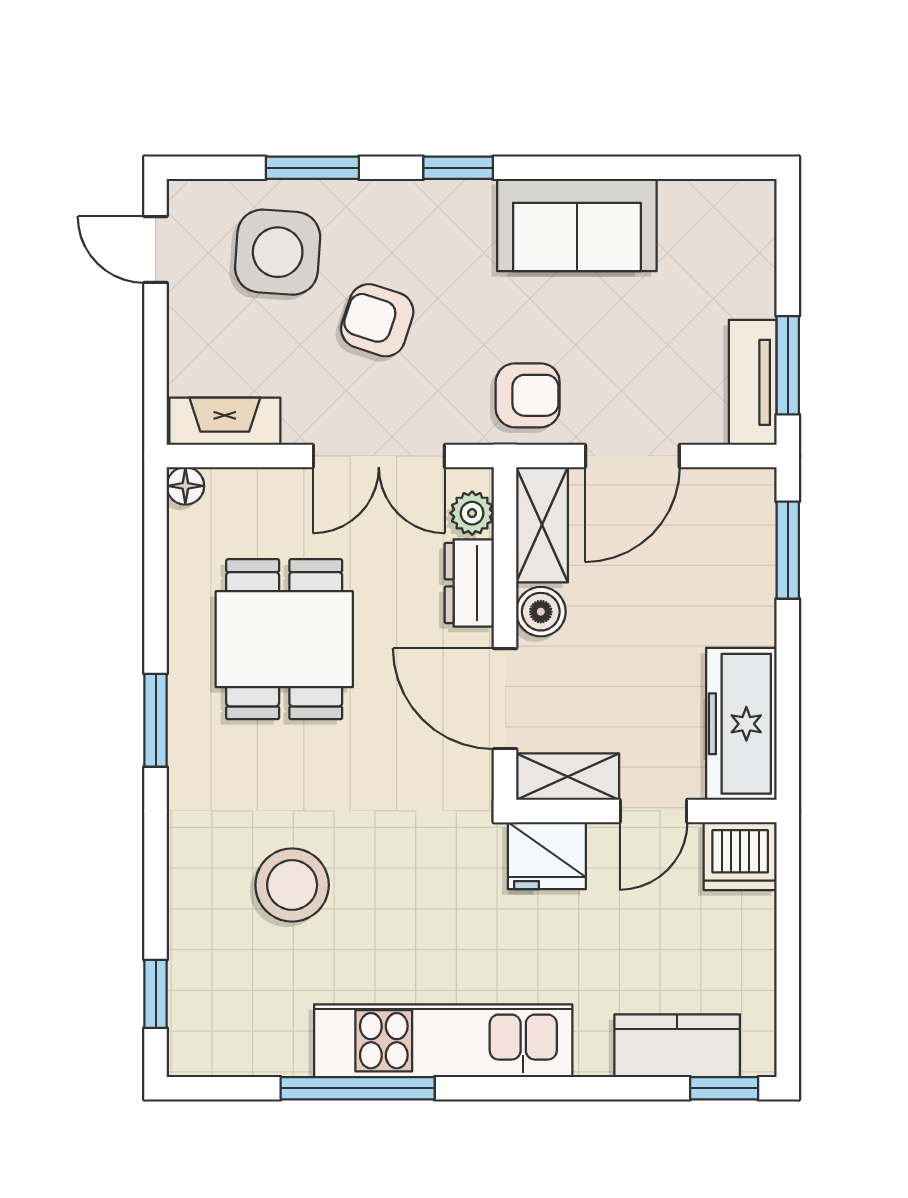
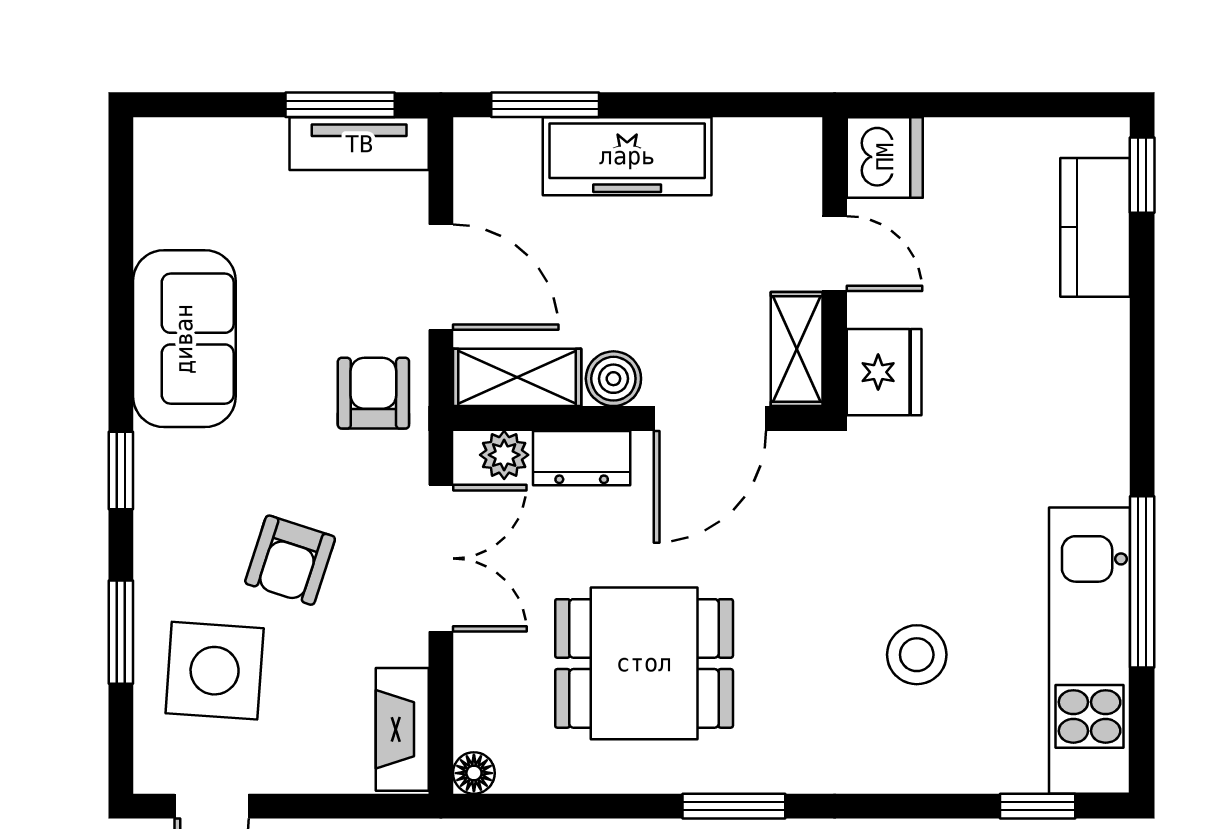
freezer: (741, 724) -> (627, 156), moved
stool: (292, 885) -> (917, 655), width x0.73, depth x0.73
kitchen unit: (443, 1041) -> (1090, 651), moved

